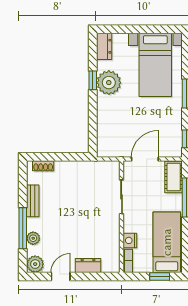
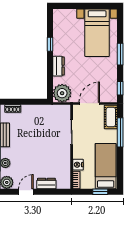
dresser: (104, 46) -> (59, 66), moved
plant: (109, 83) -> (62, 93), moved

